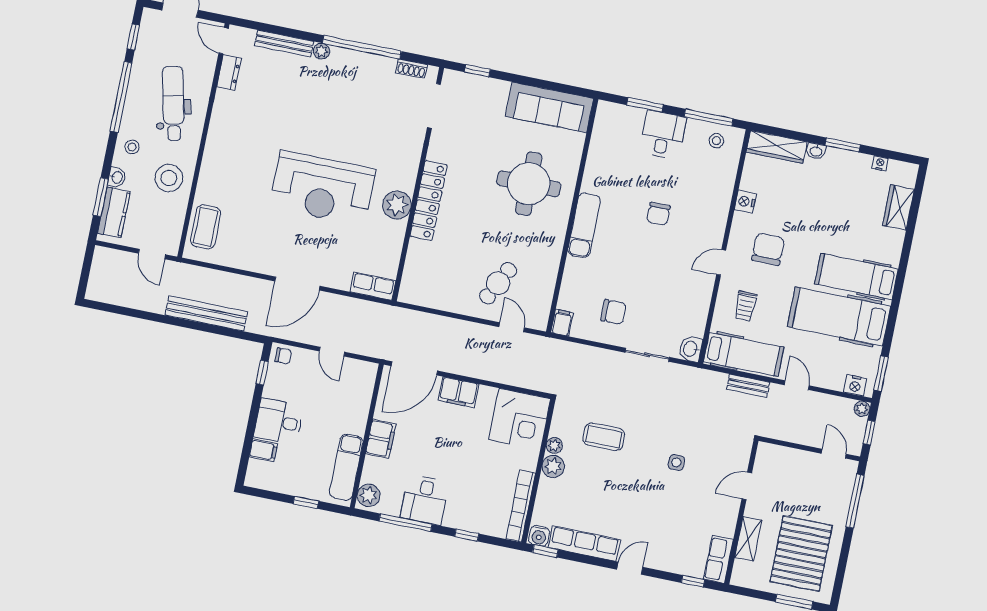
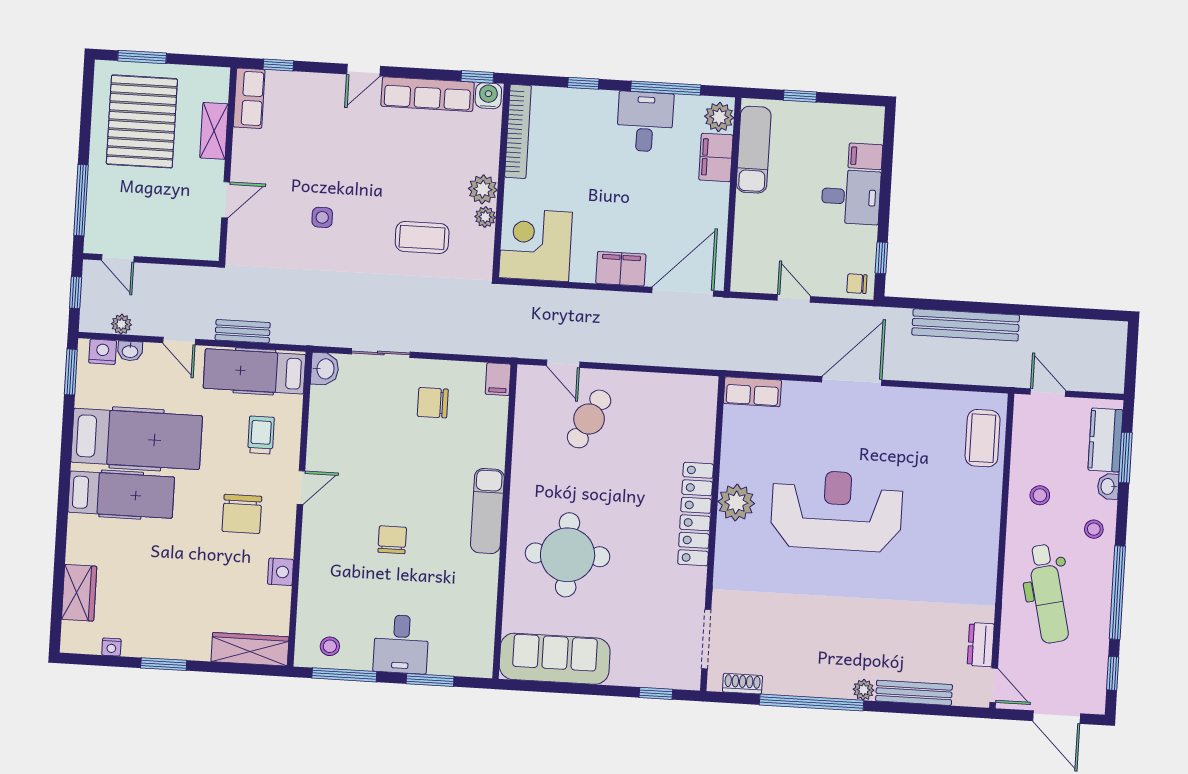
washbasin: (816, 151) -> (130, 351), moved, turned 180
stool: (169, 178) -> (1040, 495), width x0.53, depth x0.53
plant: (862, 409) -> (121, 324), moved
filing cabinet: (381, 439) -> (716, 157), moved

